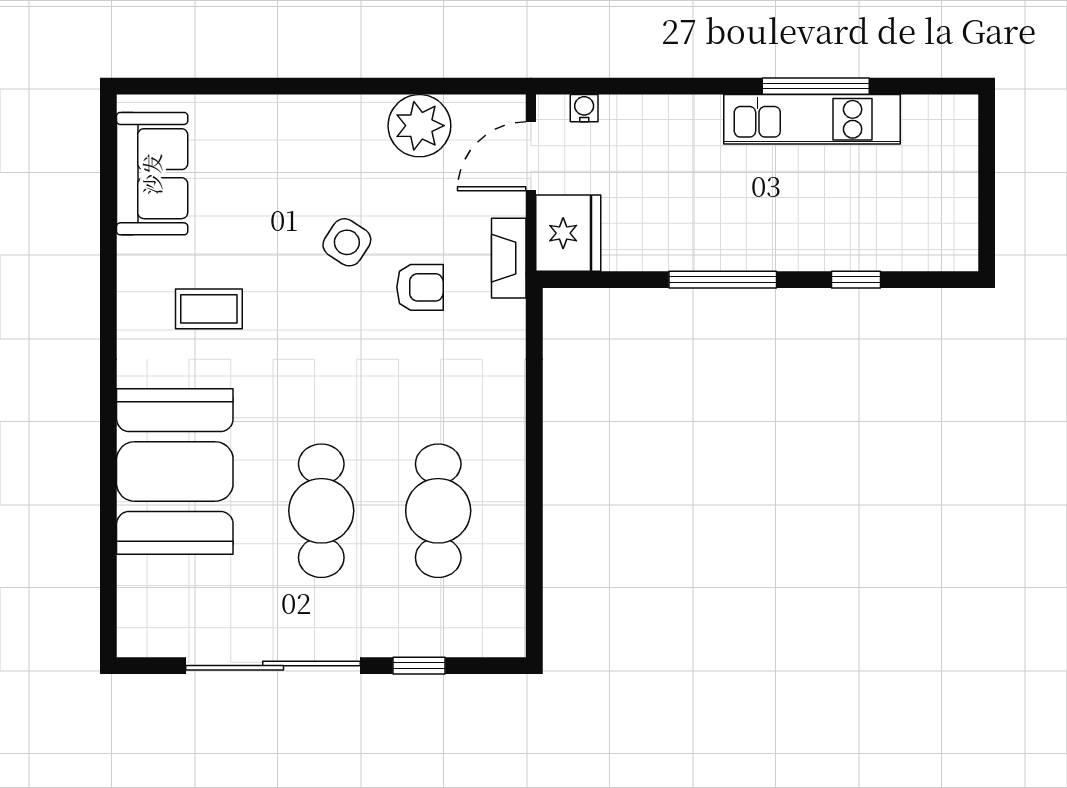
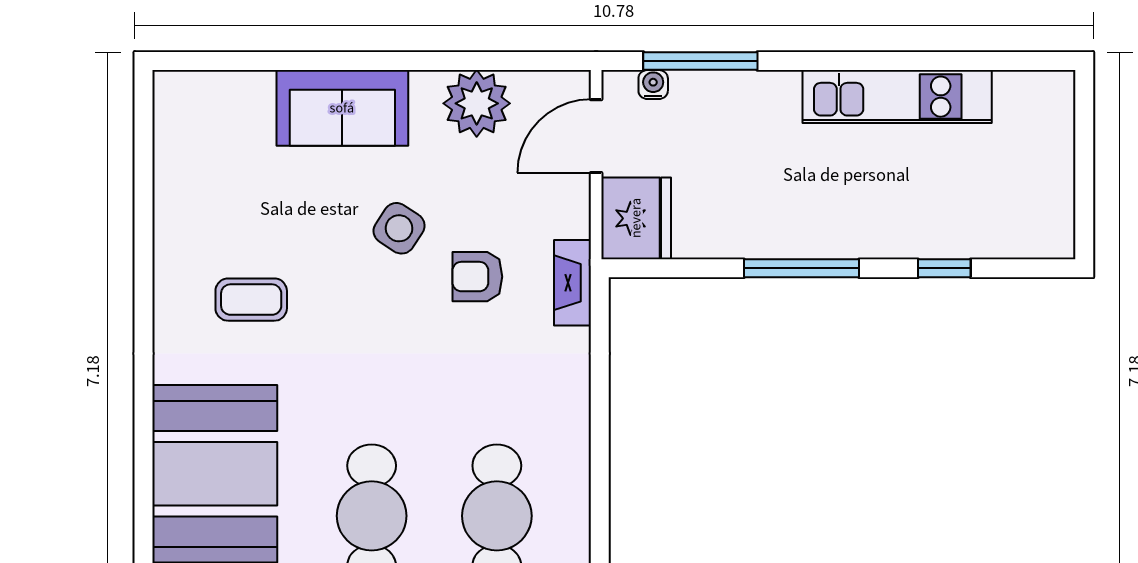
window: (816, 86) -> (700, 61), moved
sofa: (152, 174) -> (342, 108), moved, turned 90
fireplace: (509, 258) -> (572, 283), moved
armchair: (420, 287) -> (477, 277), turned 180

